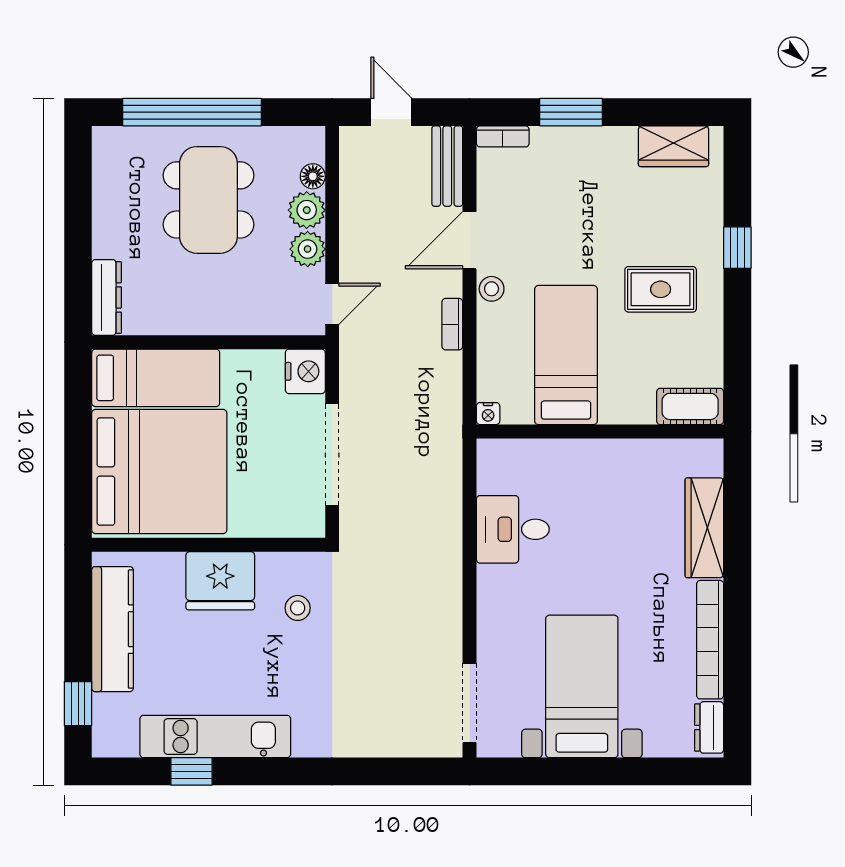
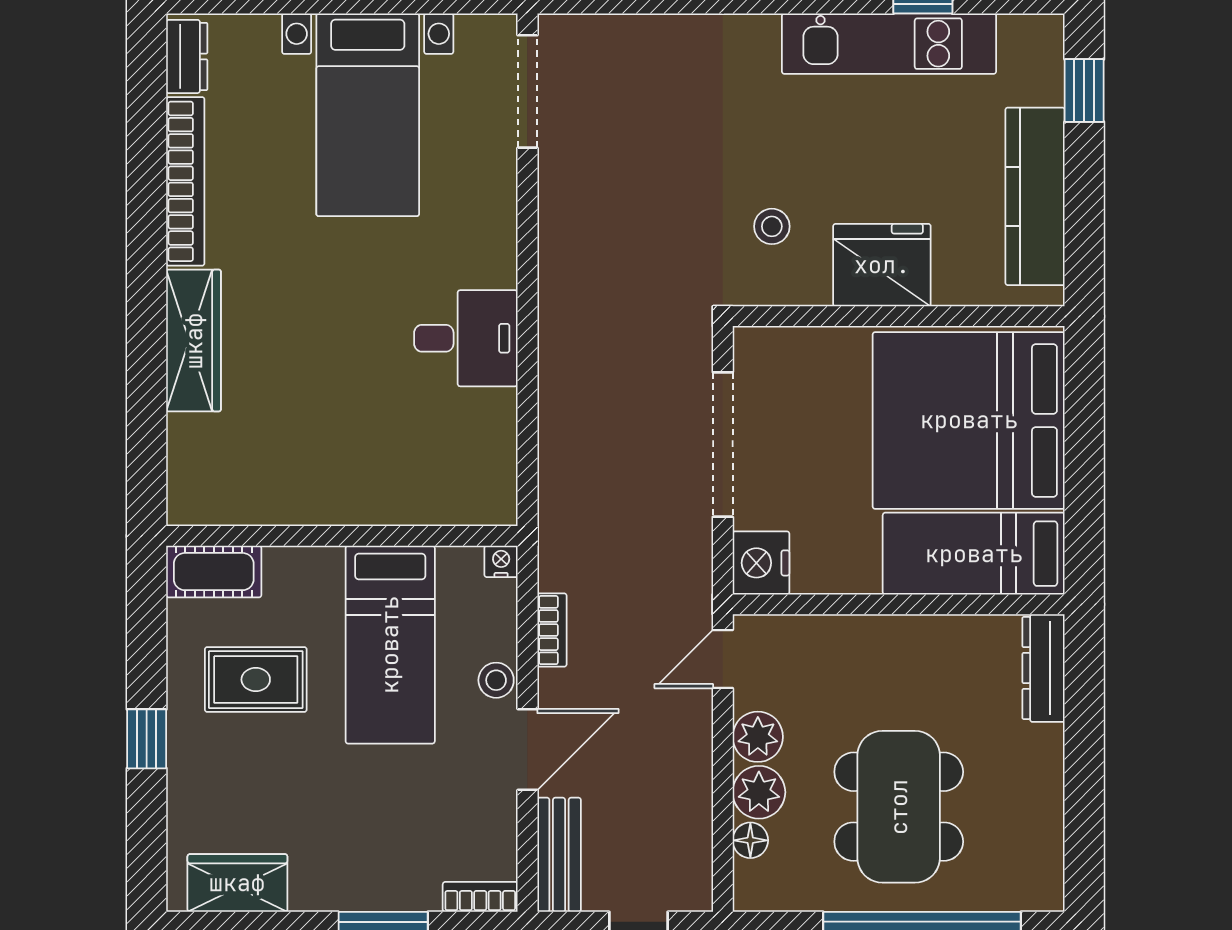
bed: (566, 355) -> (390, 645), moved
cot: (690, 406) -> (214, 572), moved
nightstand: (488, 414) -> (501, 561), moved
wall: (600, 432) -> (342, 536), moved

